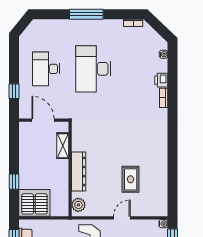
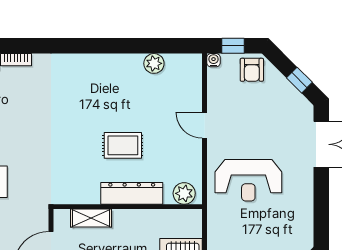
rug: (131, 179) -> (123, 145), moved
plant: (161, 186) -> (154, 63), added

